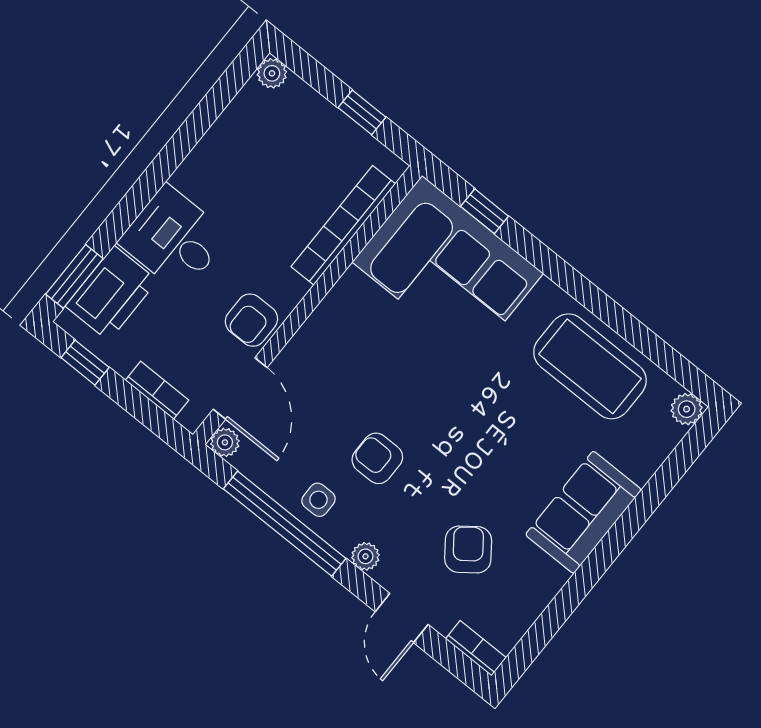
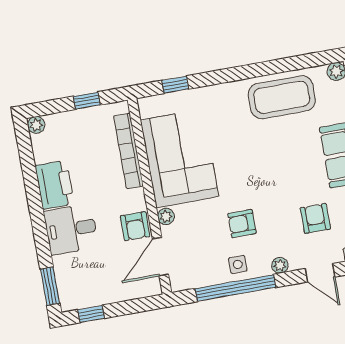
corner sofa: (448, 268) -> (180, 158), moved, turned -90
printer: (111, 293) -> (55, 185), moved
door: (240, 388) -> (160, 257), swing flipped
bookcase: (157, 390) -> (130, 293), removed
plant: (225, 442) -> (166, 216), moved
armchair: (468, 550) -> (315, 218), turned 37

